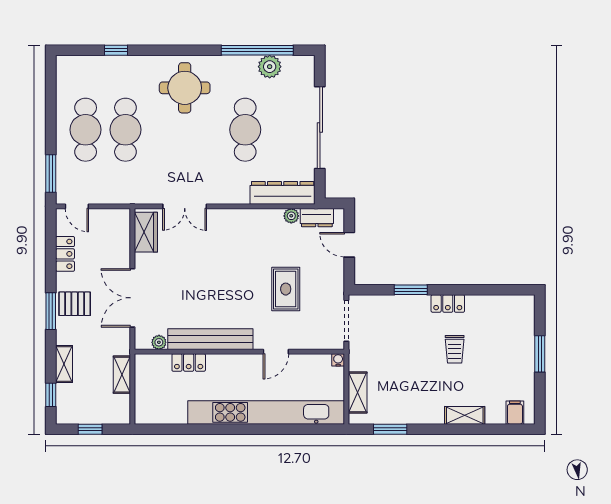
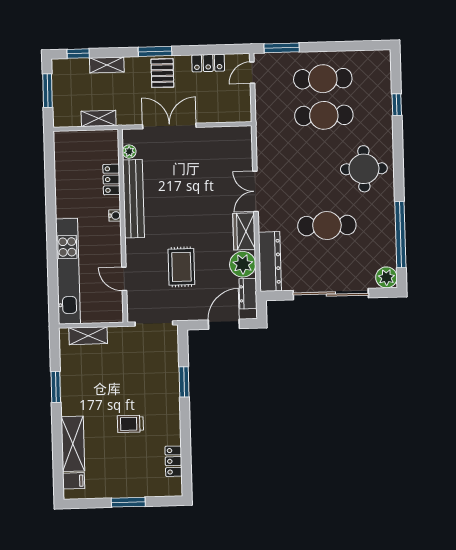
plant: (270, 67) -> (386, 277), moved
double door: (185, 206) -> (255, 191), moved
plant: (291, 216) -> (243, 264), width x1.88, depth x1.88
wardrobe: (146, 232) -> (244, 231), moved, turned 90
door: (349, 245) -> (224, 324), width x1.38
rug: (286, 289) -> (181, 267), turned 90
locker: (448, 304) -> (174, 461), moved
door: (276, 352) -> (124, 279), moved
water cooler: (338, 360) -> (115, 216), moved
kitchen unit: (266, 412) -> (68, 271), width x0.73
shelving: (465, 415) -> (73, 444), width x1.50, depth x1.33
window: (90, 429) -> (48, 91), width x1.50
window: (390, 429) -> (56, 387), moved

